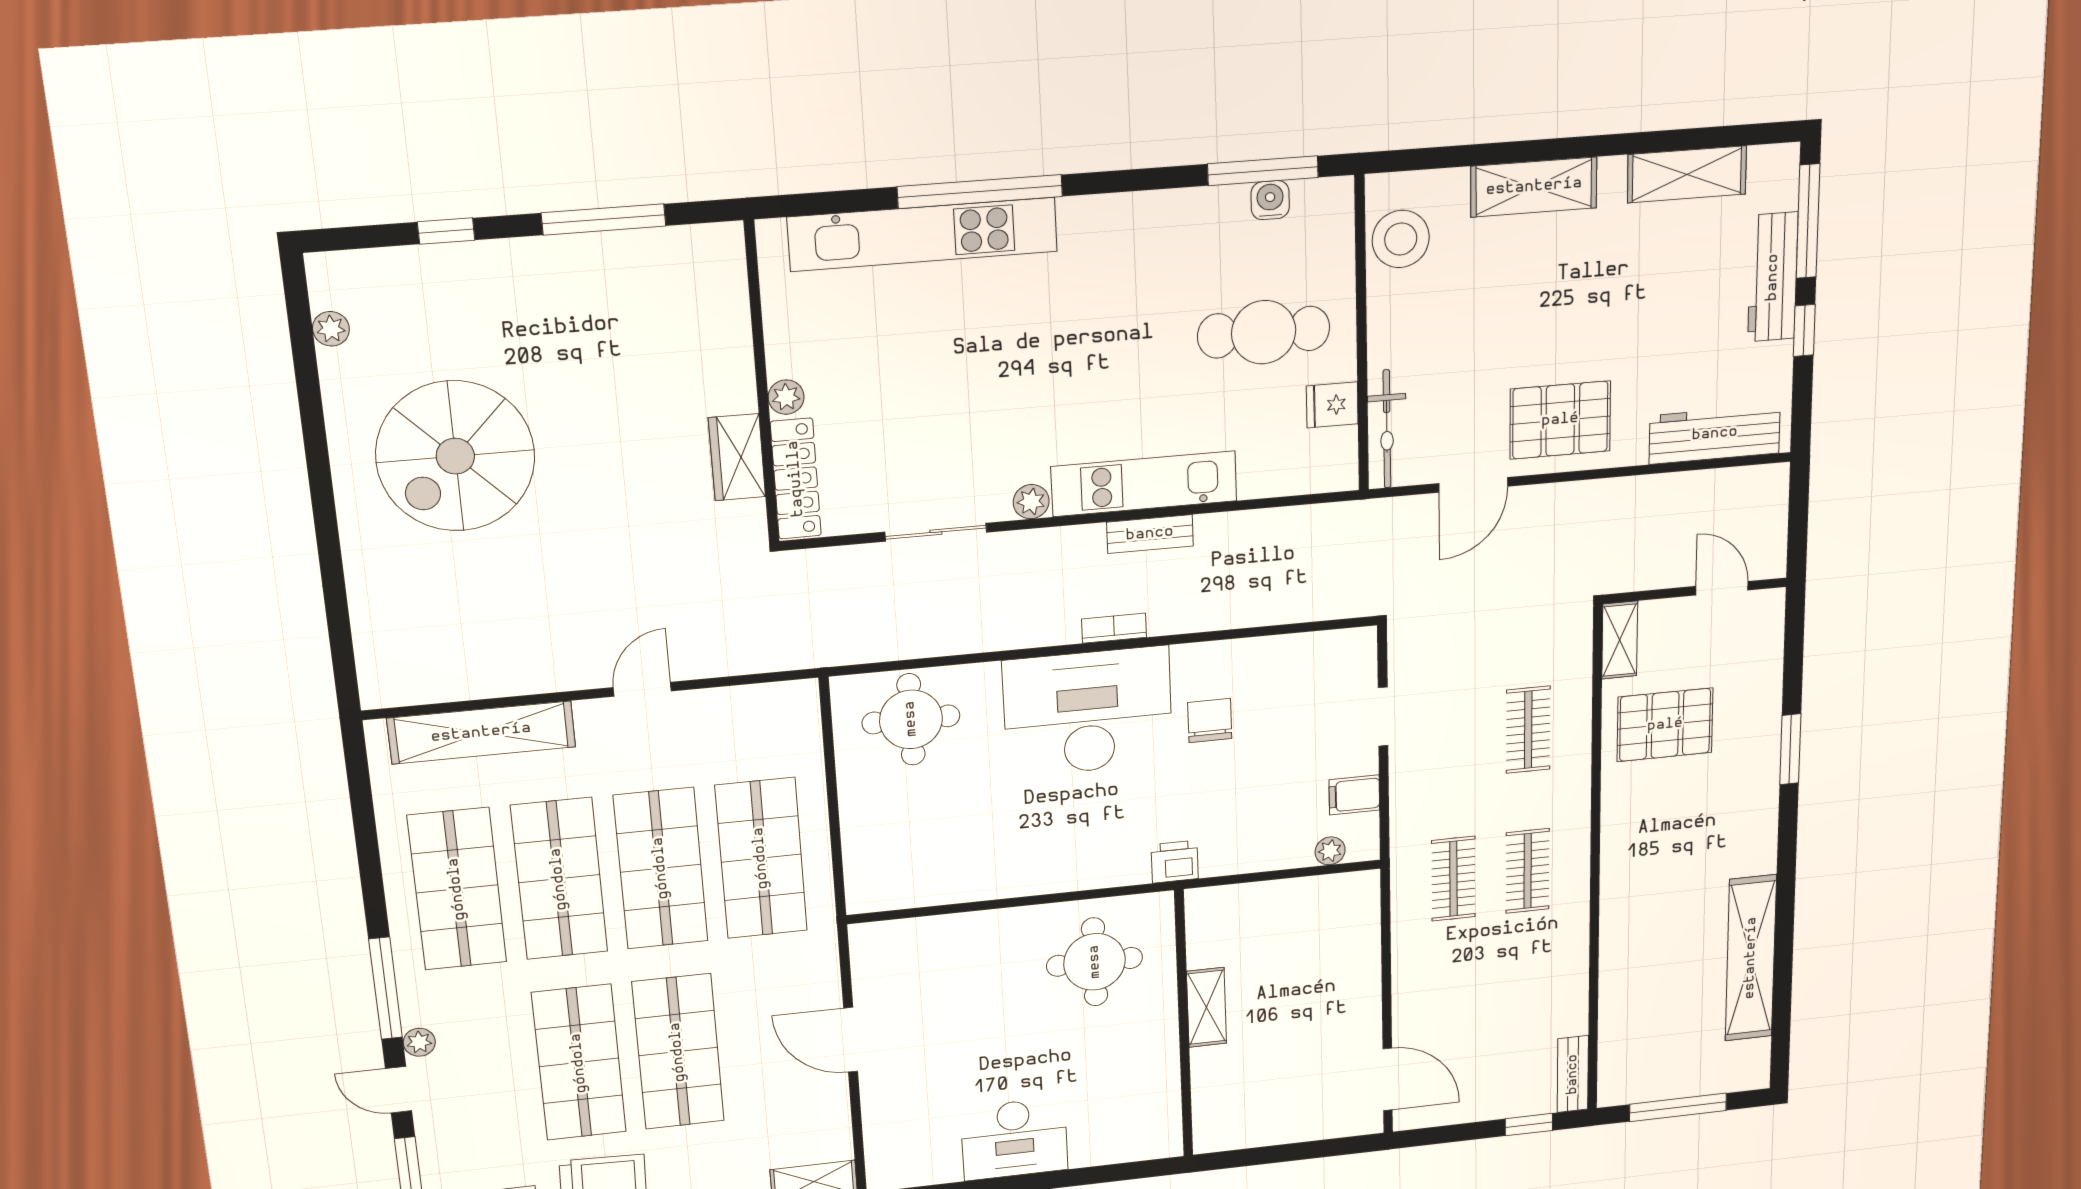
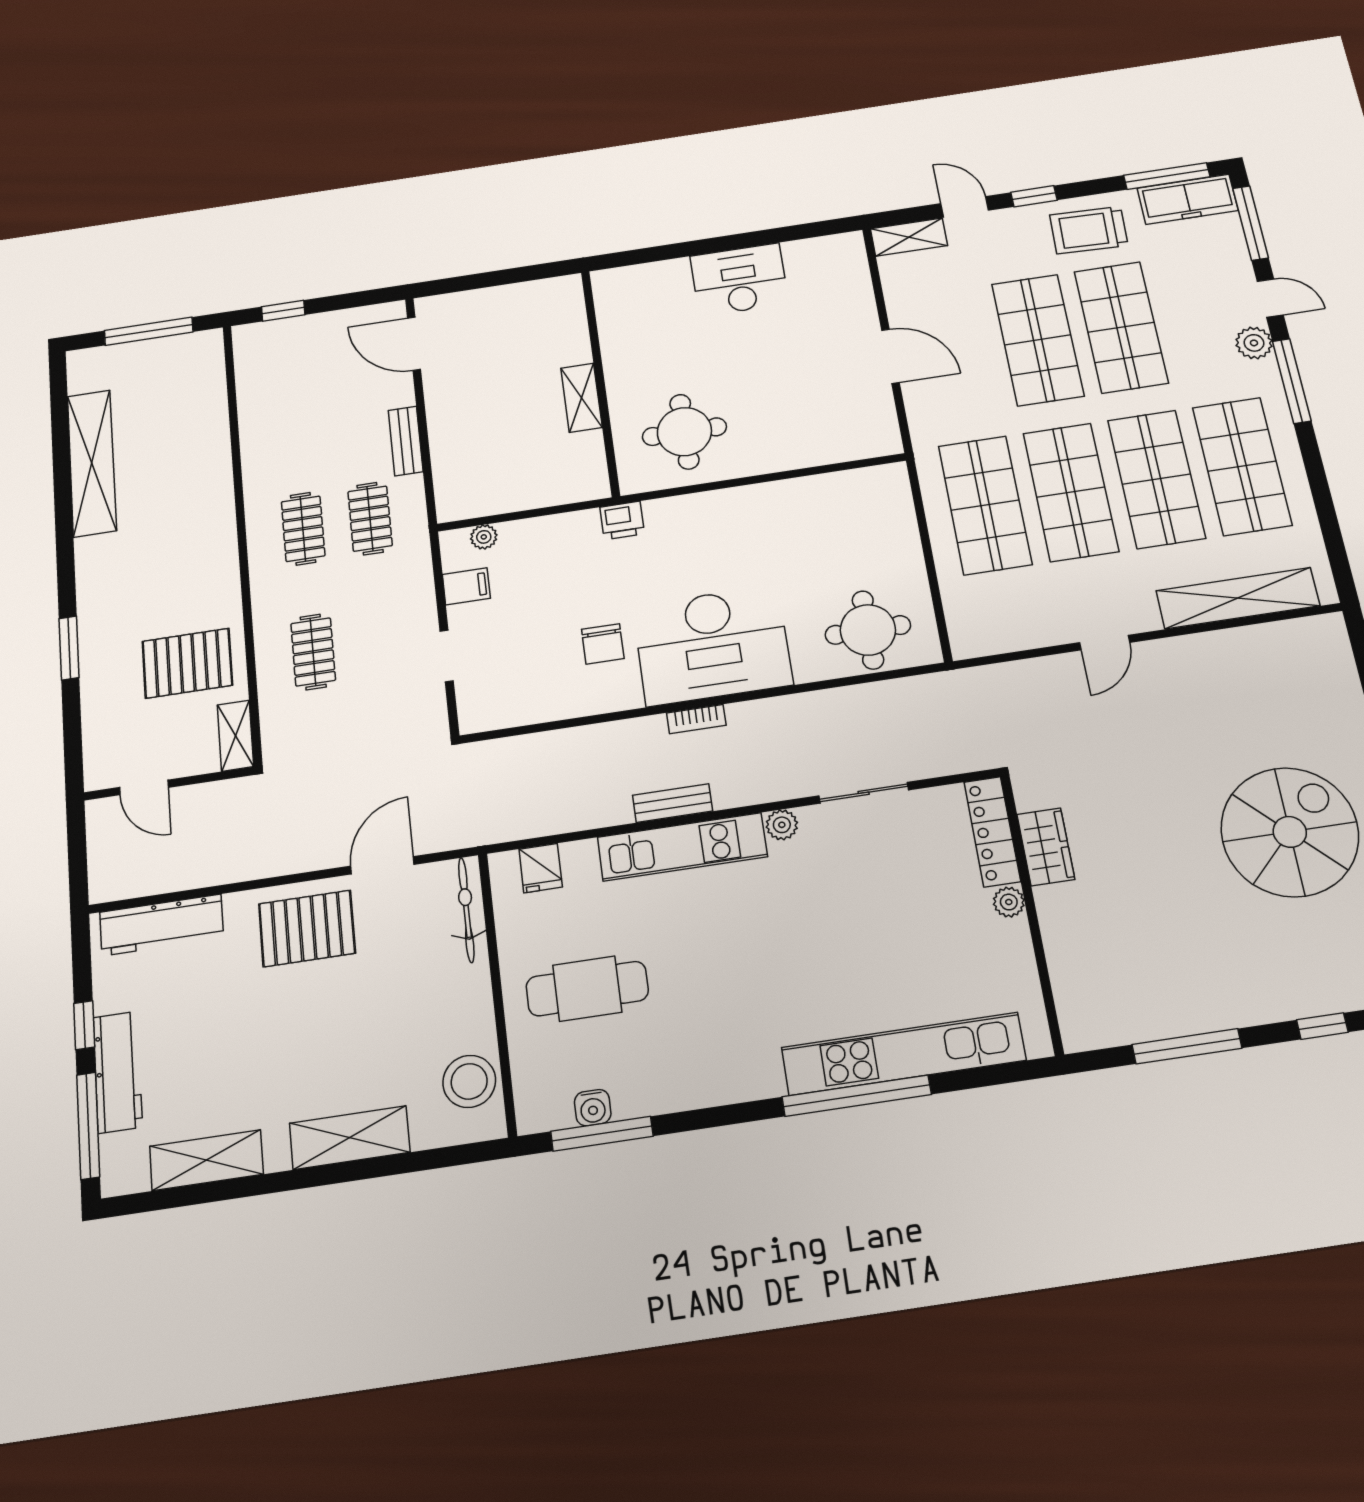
fridge: (1332, 405) -> (541, 868), moved, turned 90
plant: (419, 1042) -> (1254, 343), width x1.38, depth x1.38
bench: (1573, 1074) -> (406, 441), moved

